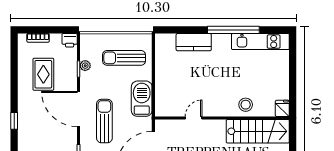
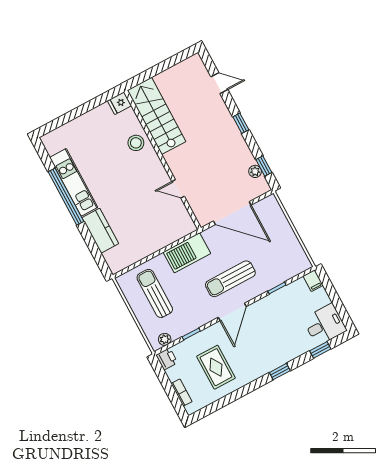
kitchen unit: (260, 42) -> (74, 182), moved
sun lounger: (124, 58) -> (155, 293), turned 180
plant: (85, 66) -> (165, 339), moved
rug: (43, 74) -> (216, 367), turned 90
door: (79, 109) -> (232, 312), width x0.73

